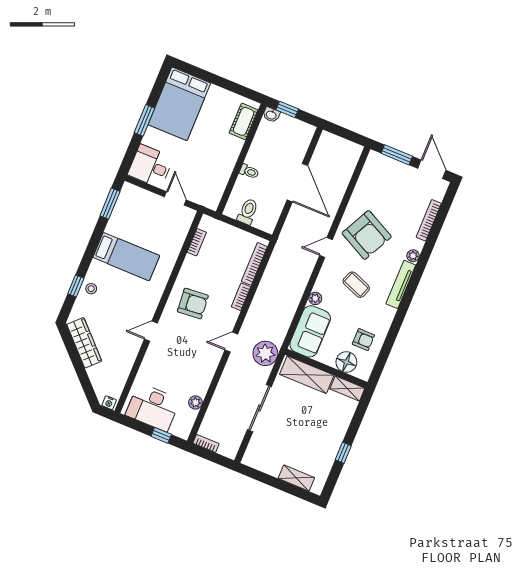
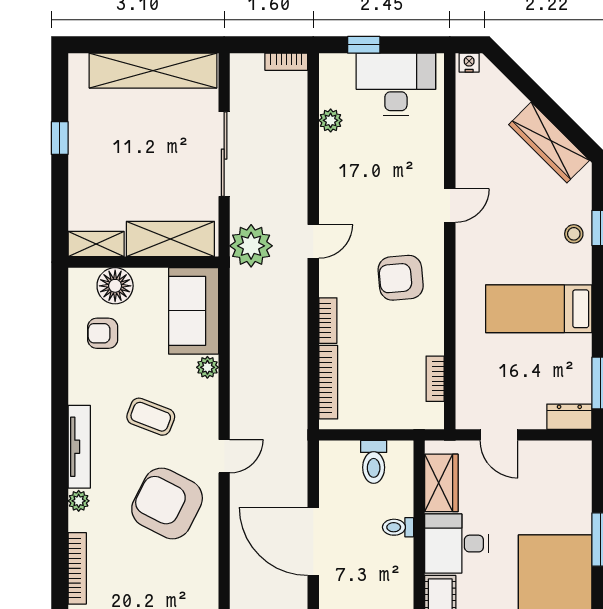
desk: (151, 166) -> (457, 544), moved, turned 180
wardrobe: (216, 185) -> (441, 483), added
dresser: (134, 193) -> (569, 417), added
shelving: (296, 478) -> (153, 71), width x2.20, depth x1.33

